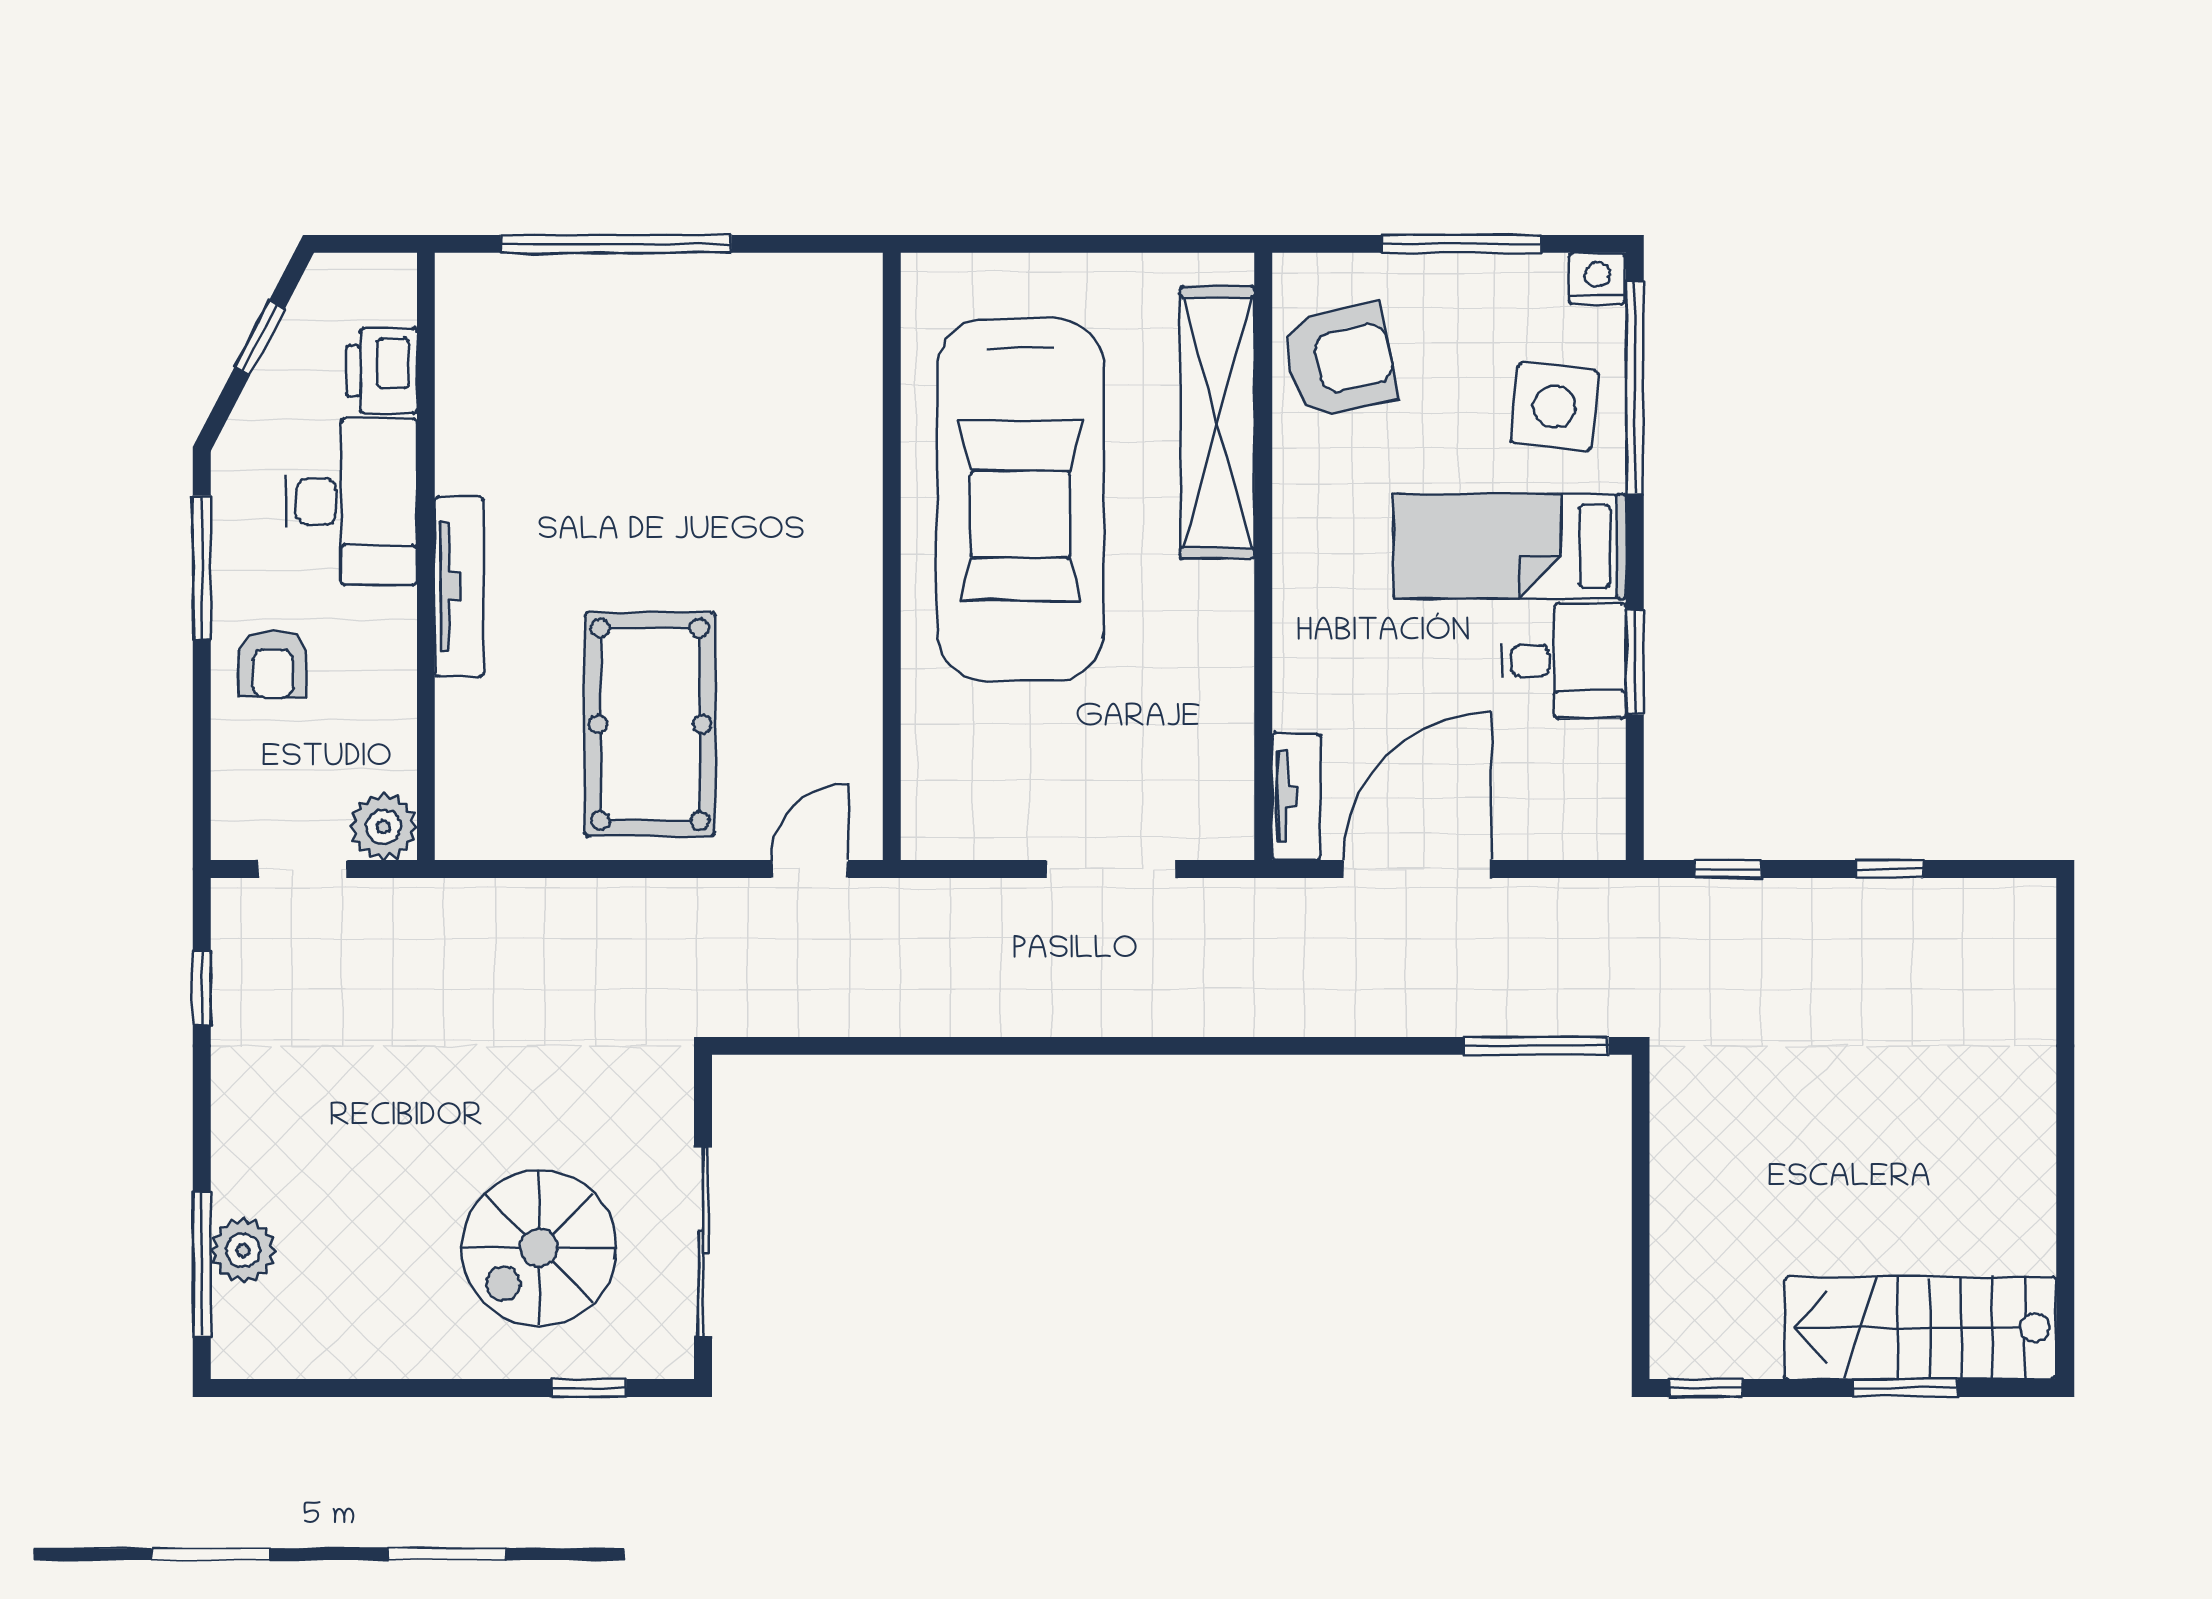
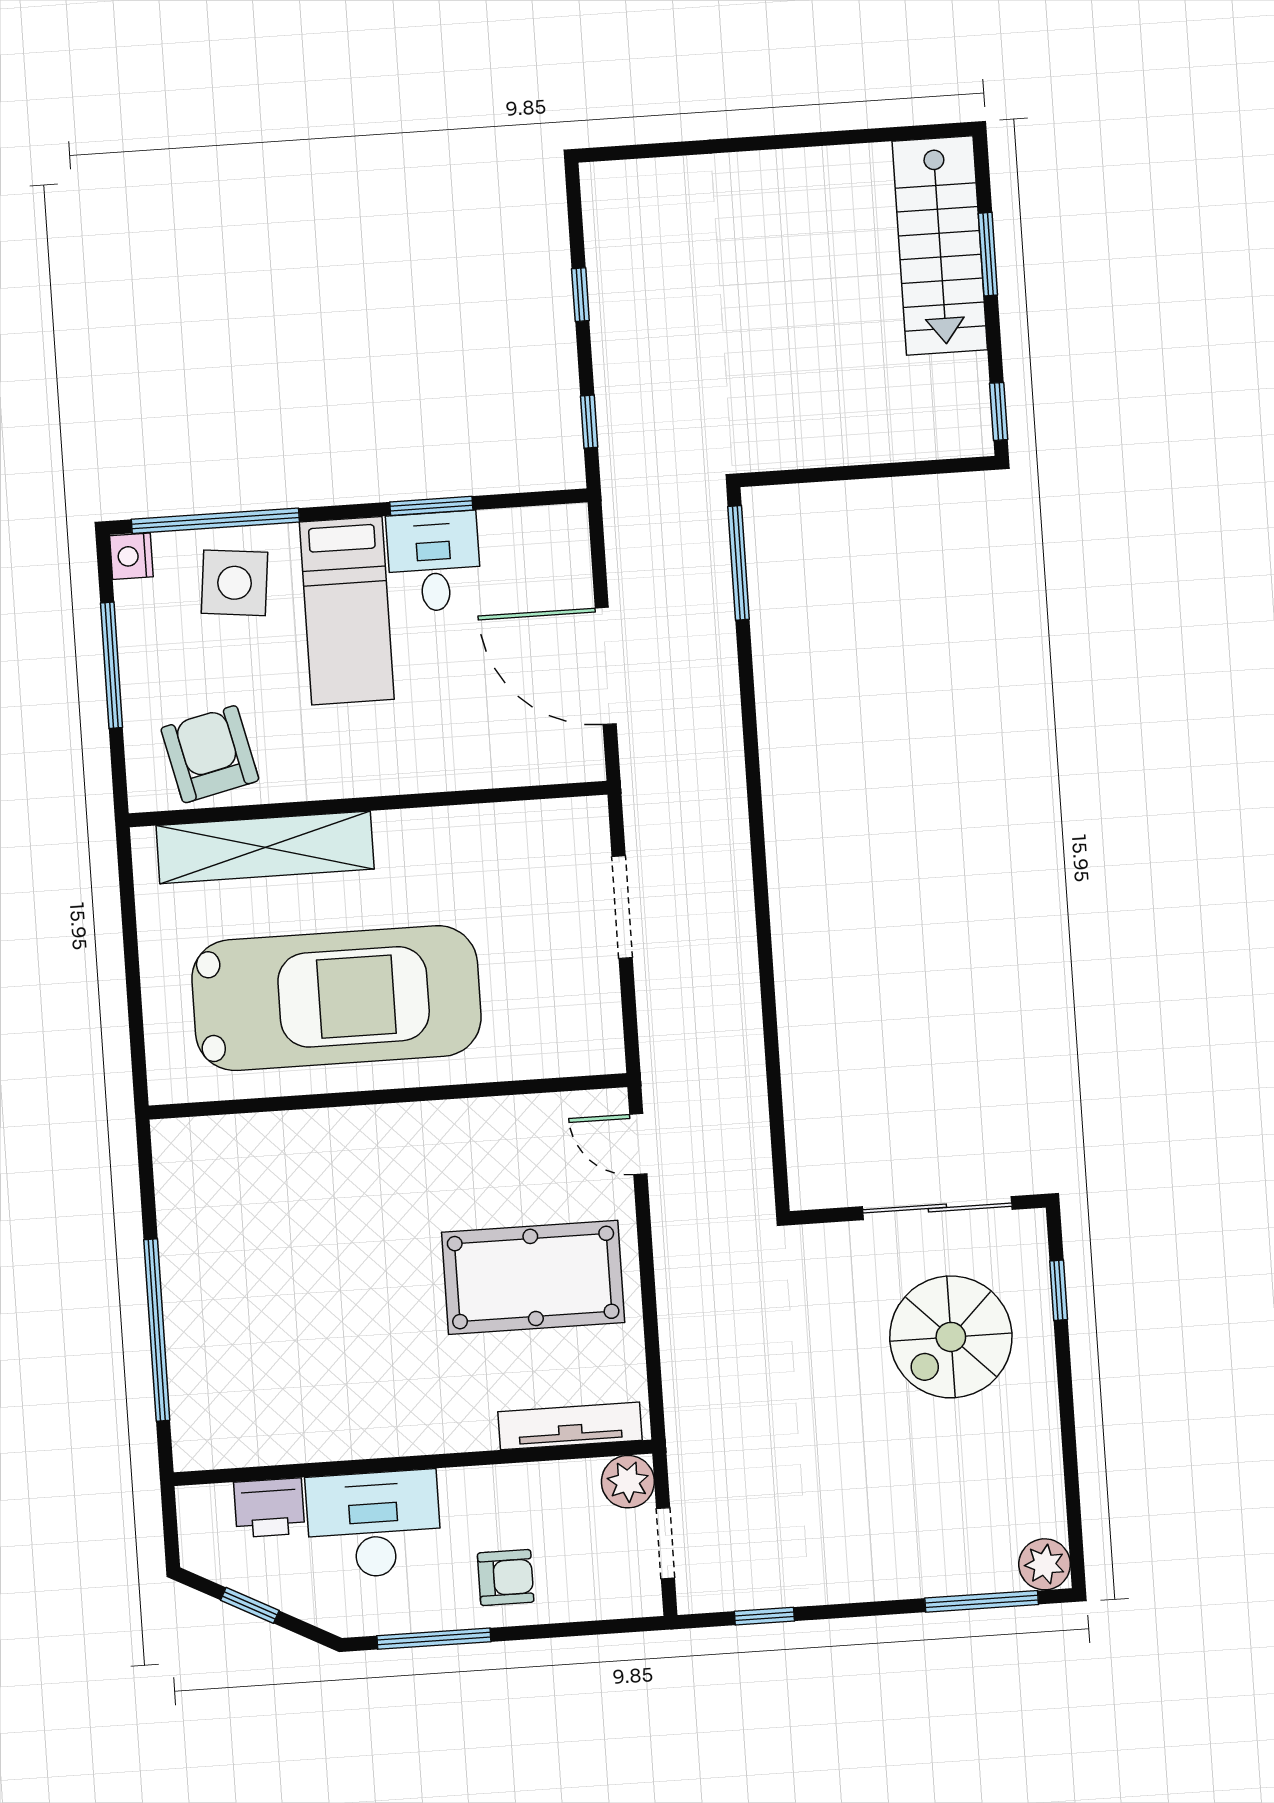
tv unit: (459, 587) -> (570, 1426), moved
tv unit: (1296, 797) -> (555, 765), removed
spiral stairs: (539, 1248) -> (951, 1337), turned 90
plant: (243, 1250) -> (1045, 1564), moved

